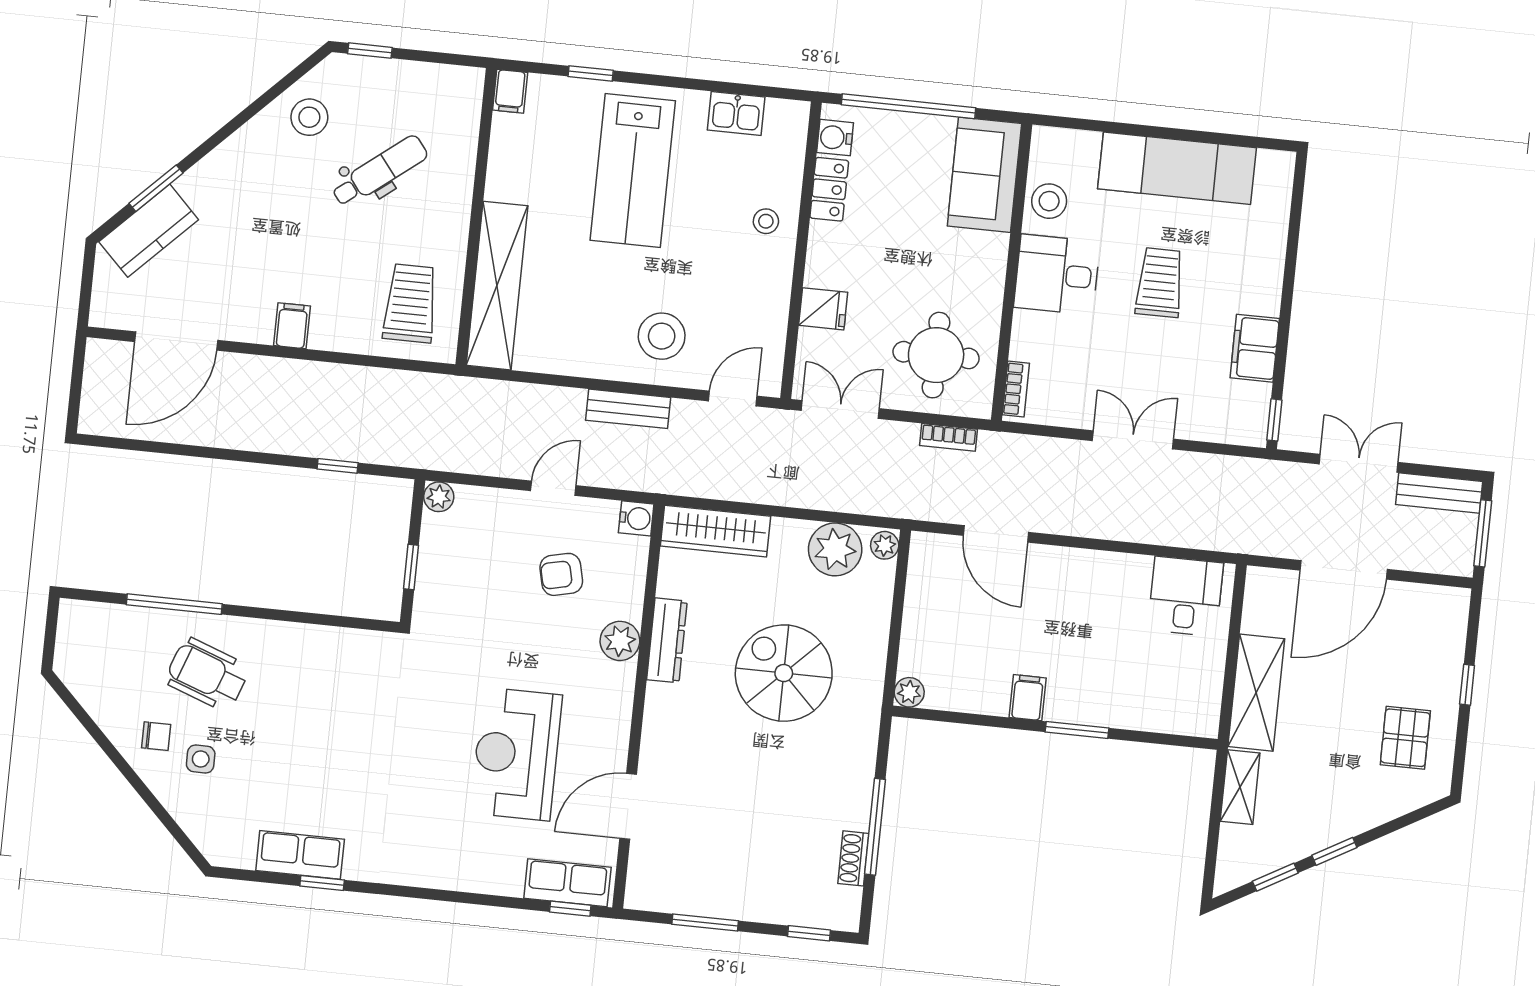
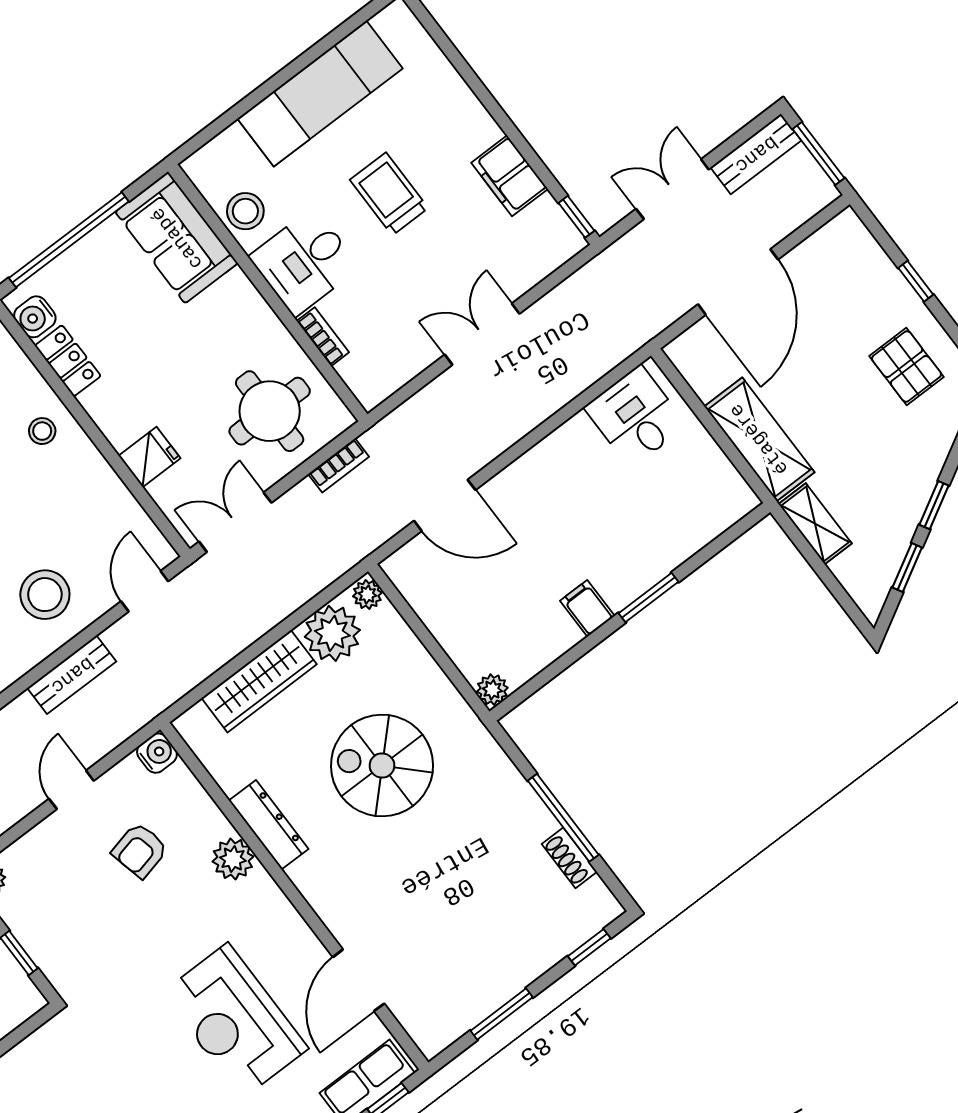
bookcase: (1016, 389) -> (323, 337), moved
wardrobe: (715, 531) -> (259, 681), moved

